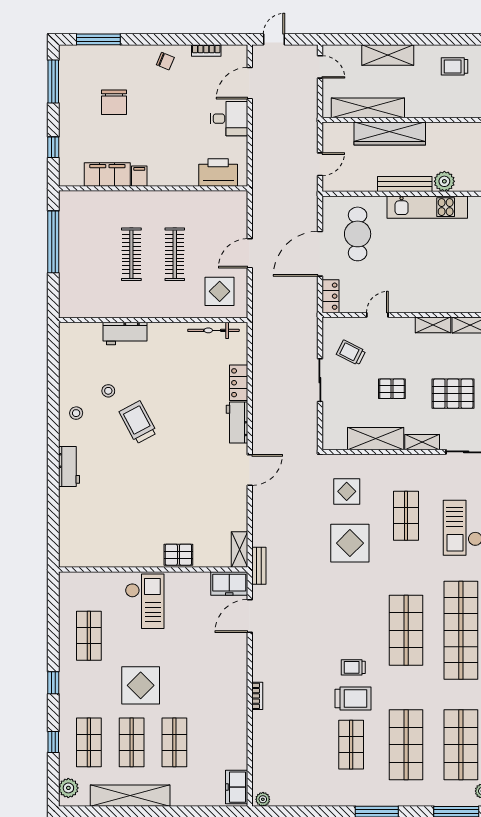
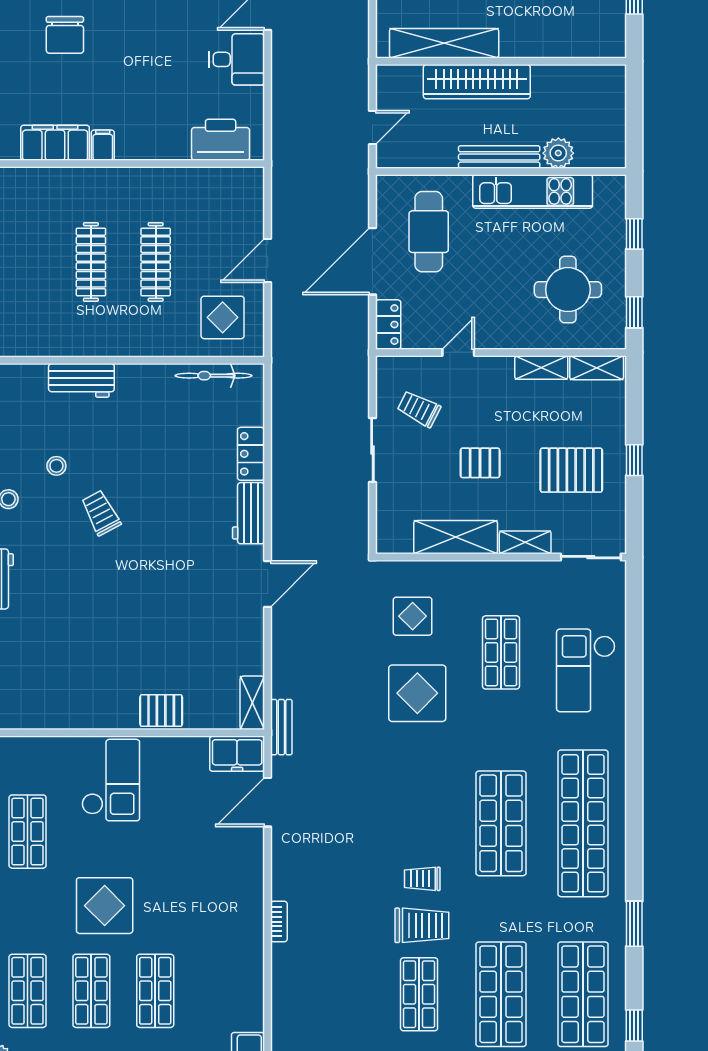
round table: (451, 273) -> (568, 290), added
trolley: (138, 422) -> (101, 513), width x0.73, depth x0.72

